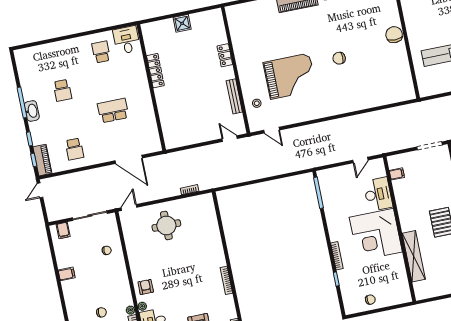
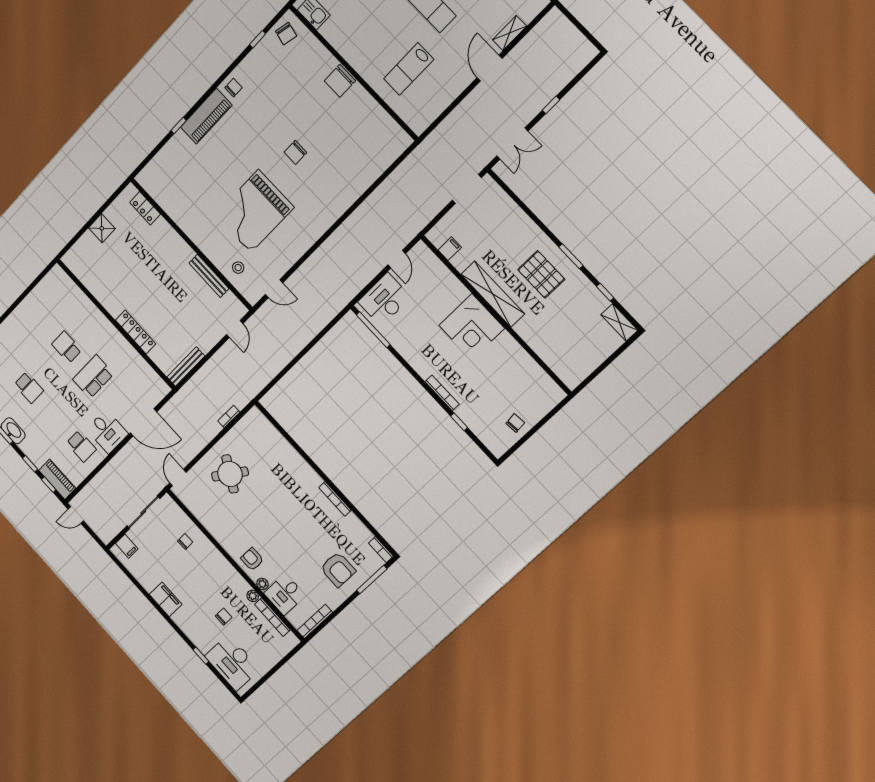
chair: (394, 35) -> (340, 81), turned -90
desk: (127, 40) -> (107, 432), moved, turned 180
school desk: (101, 52) -> (67, 347), moved
locker: (225, 55) -> (145, 208), moved
locker: (155, 71) -> (136, 332), moved
grand piano: (290, 76) -> (254, 211), turned 180
door: (230, 139) -> (235, 329), swing flipped
bench: (181, 142) -> (186, 366), added
door: (40, 190) -> (76, 515), hinge flipped
desk: (378, 194) -> (384, 300), moved, turned -90
round table: (166, 225) -> (230, 474), turned 32
corner desk: (376, 235) -> (472, 327), width x0.74, depth x0.74
shelving: (414, 256) -> (493, 294), moved
filing cabinet: (67, 274) -> (166, 599), width x2.00

